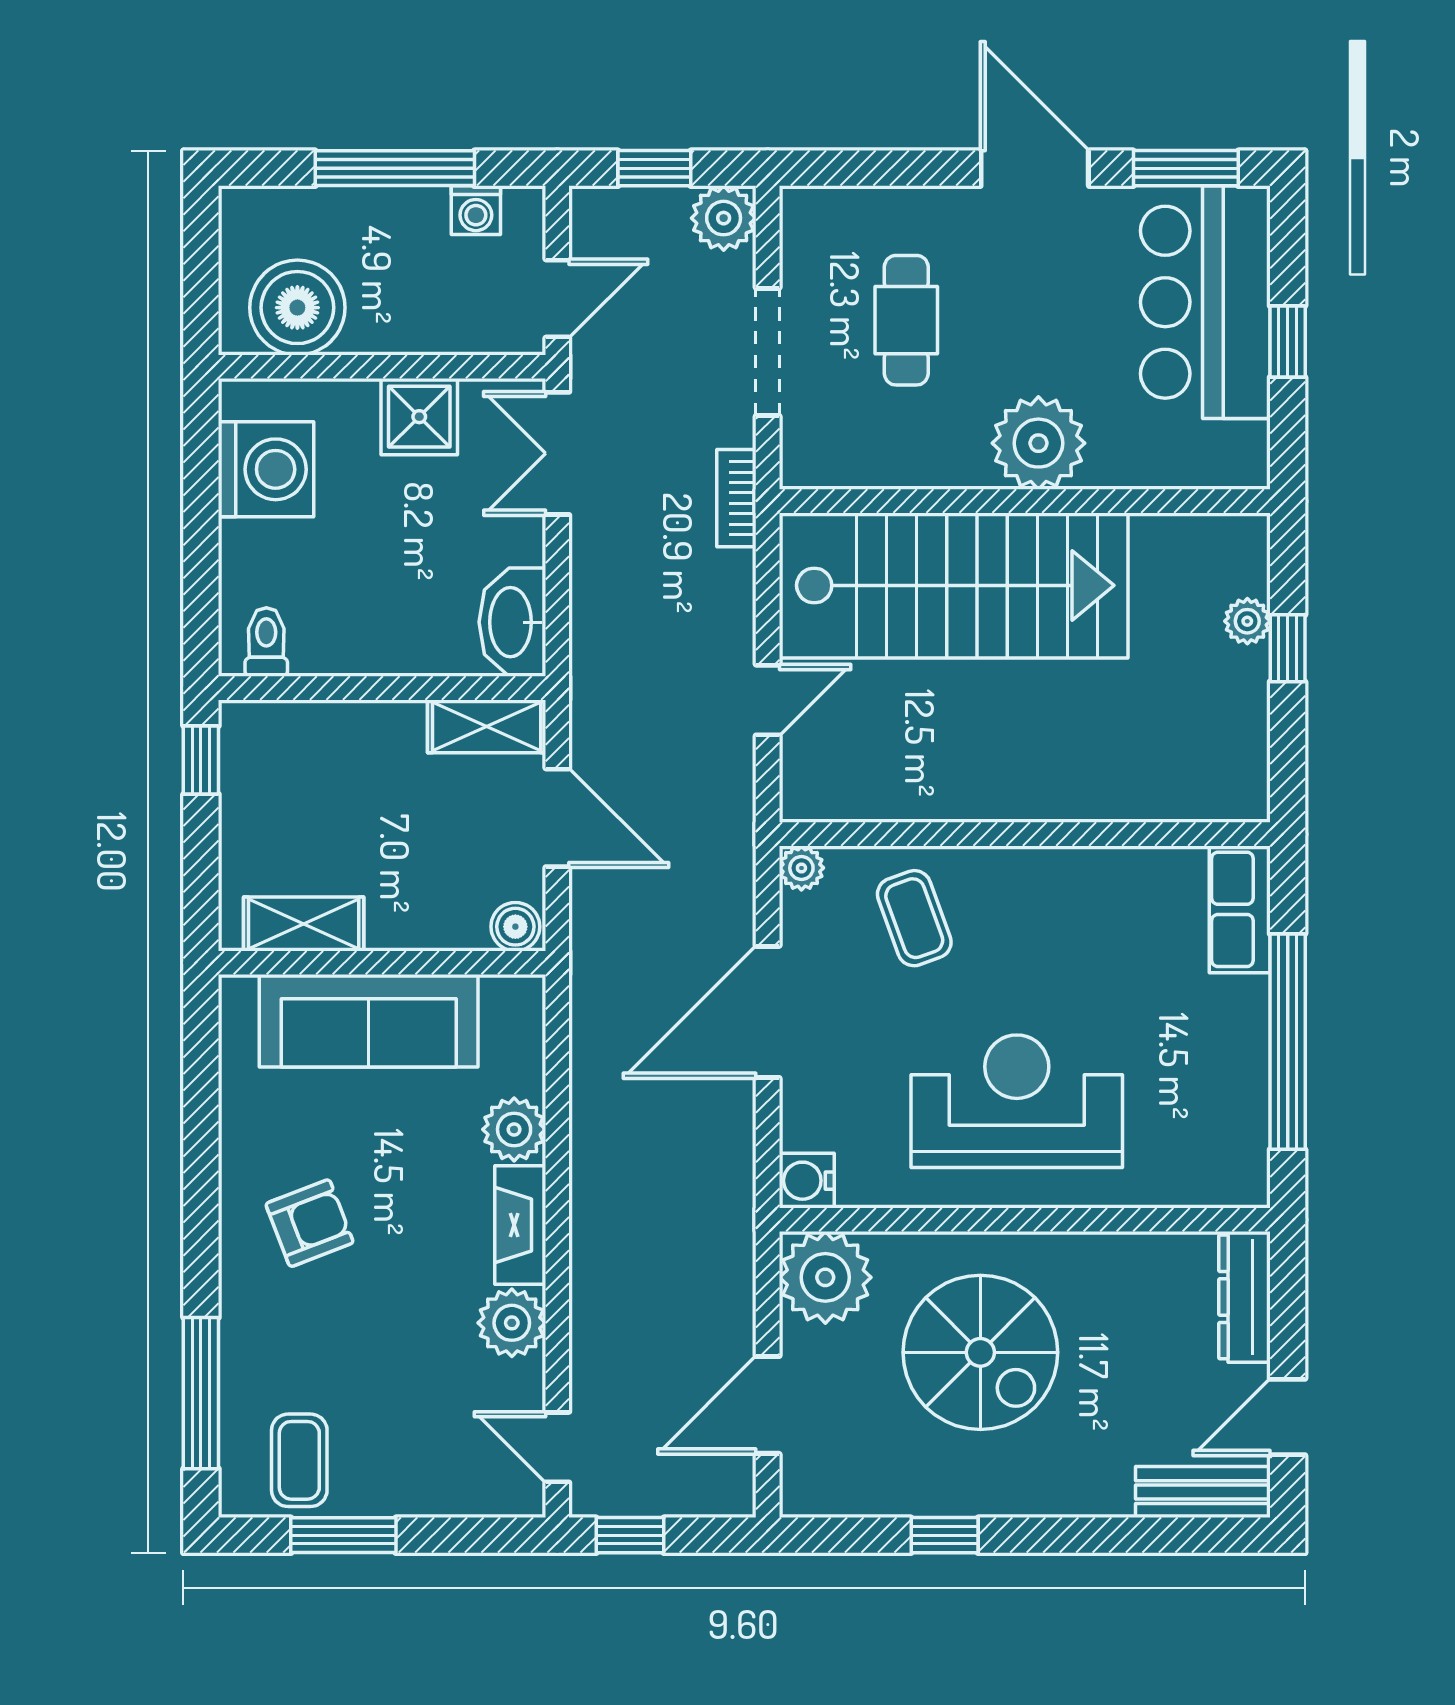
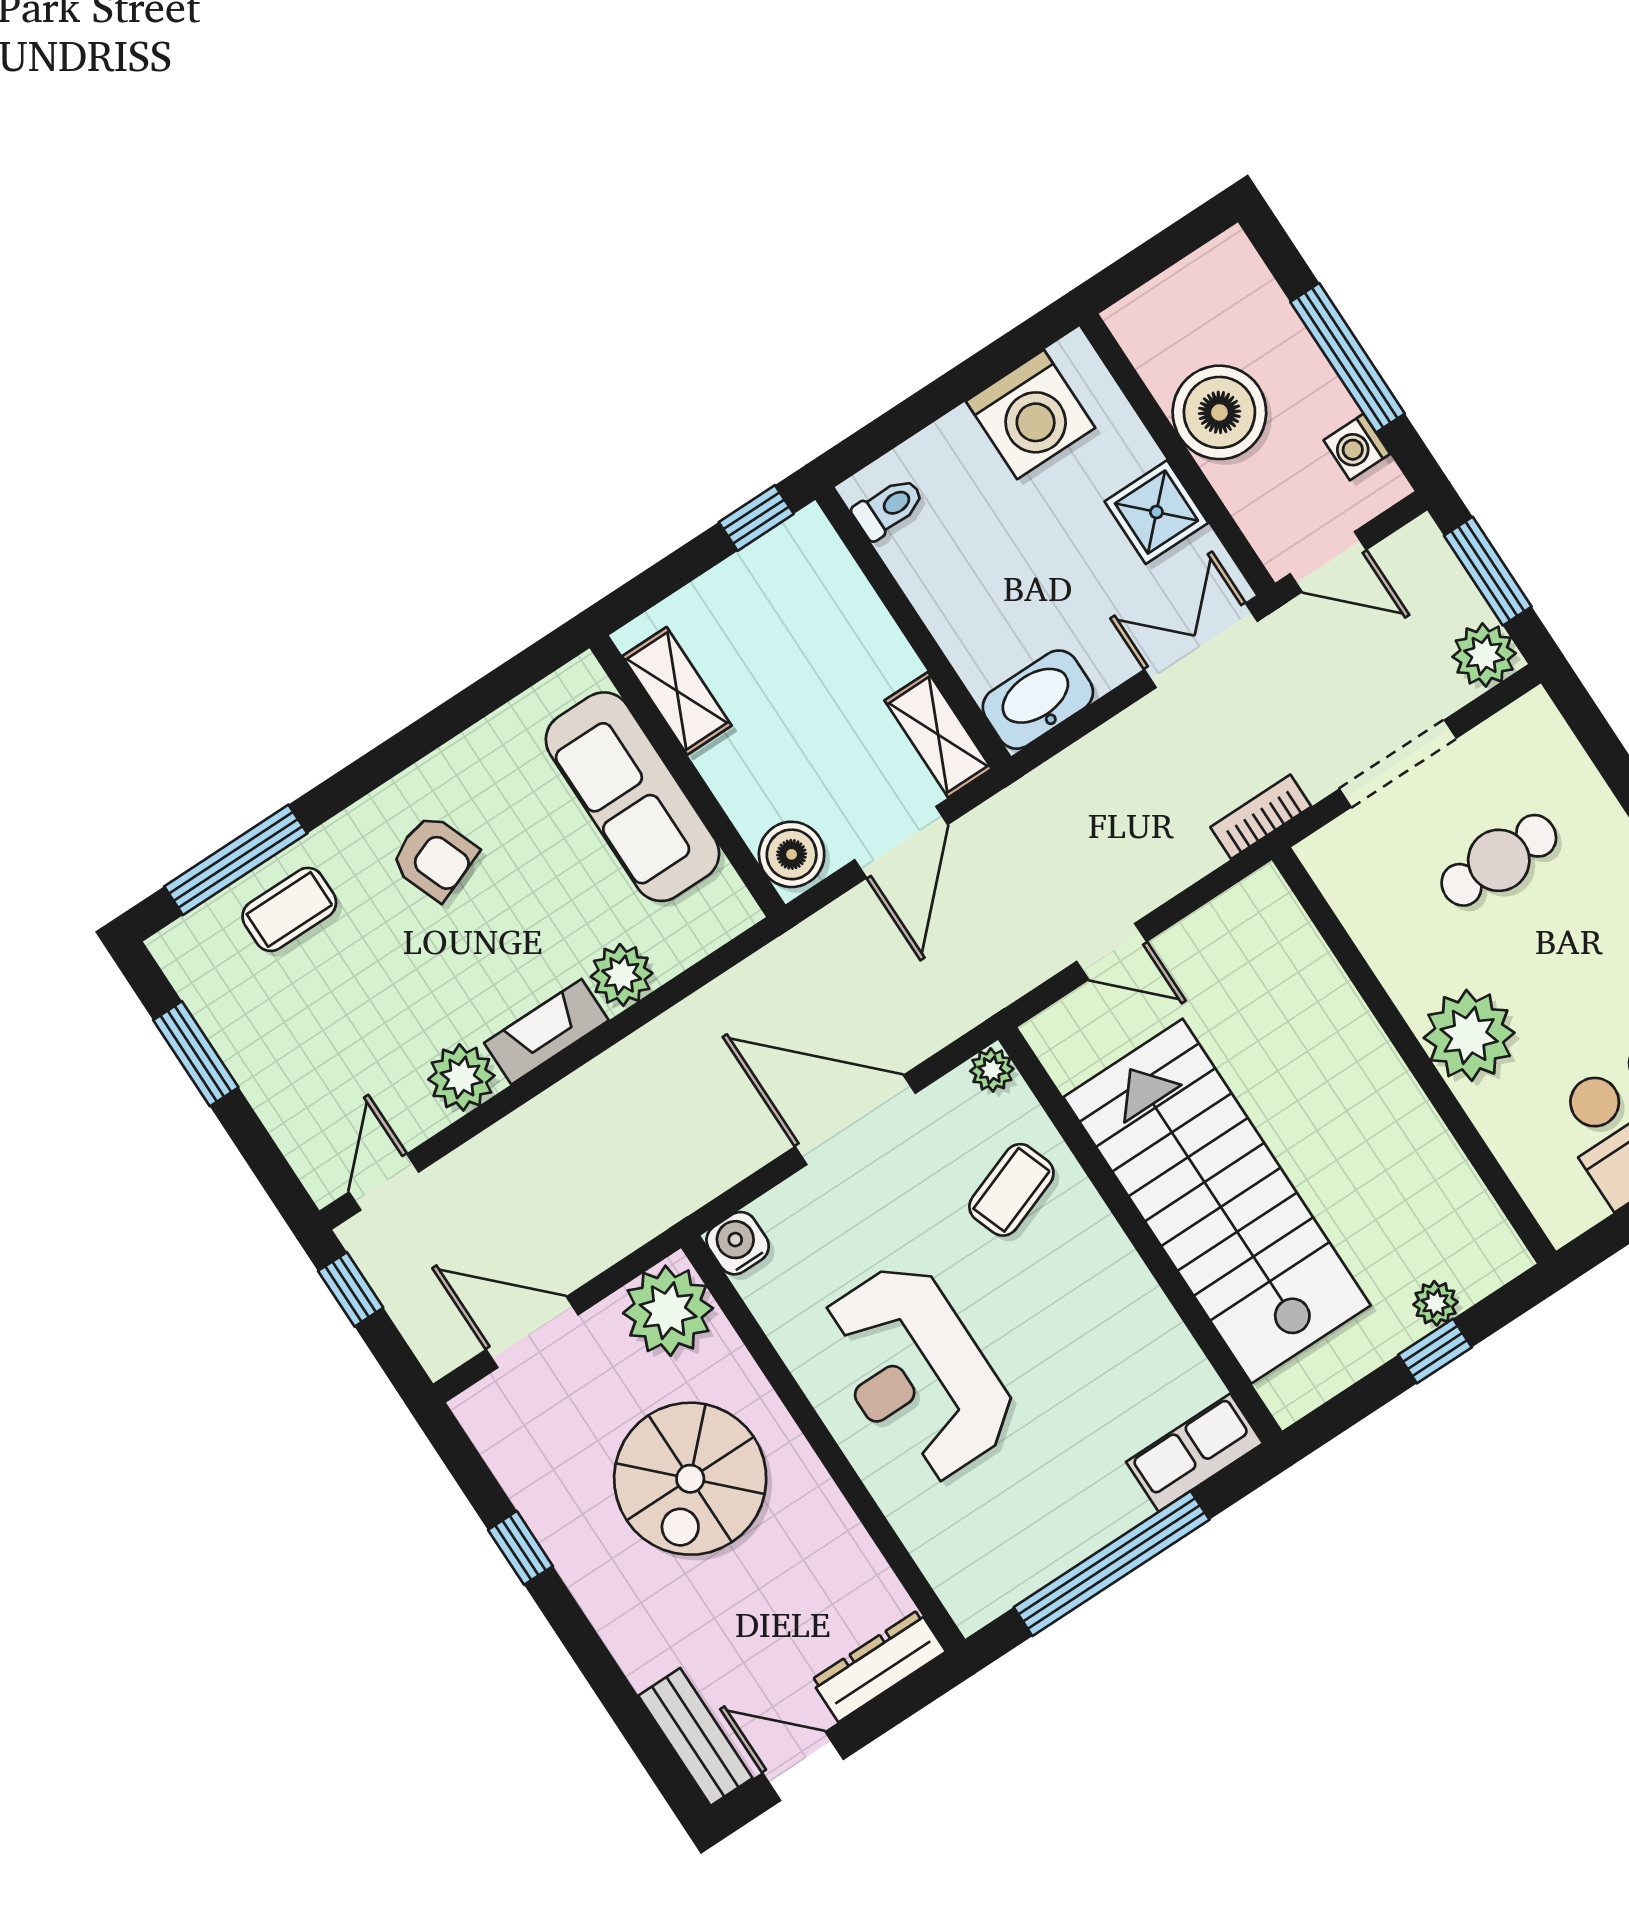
window: (654, 168) -> (1488, 571), width x1.50
boiler: (297, 308) -> (1219, 412), moved
stairs: (954, 585) -> (1217, 1201), moved, turned 180
boiler: (515, 927) -> (792, 854), width x1.36, depth x1.36
reception desk: (1017, 1101) -> (916, 1373), turned 180
coffee table: (299, 1460) -> (289, 909), moved

